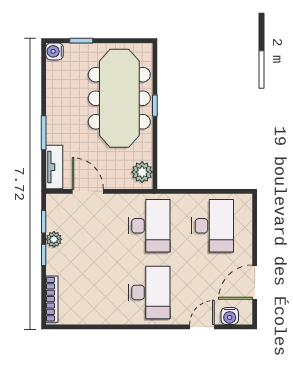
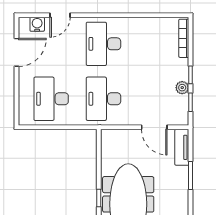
plant: (142, 172) -> (109, 143), removed

